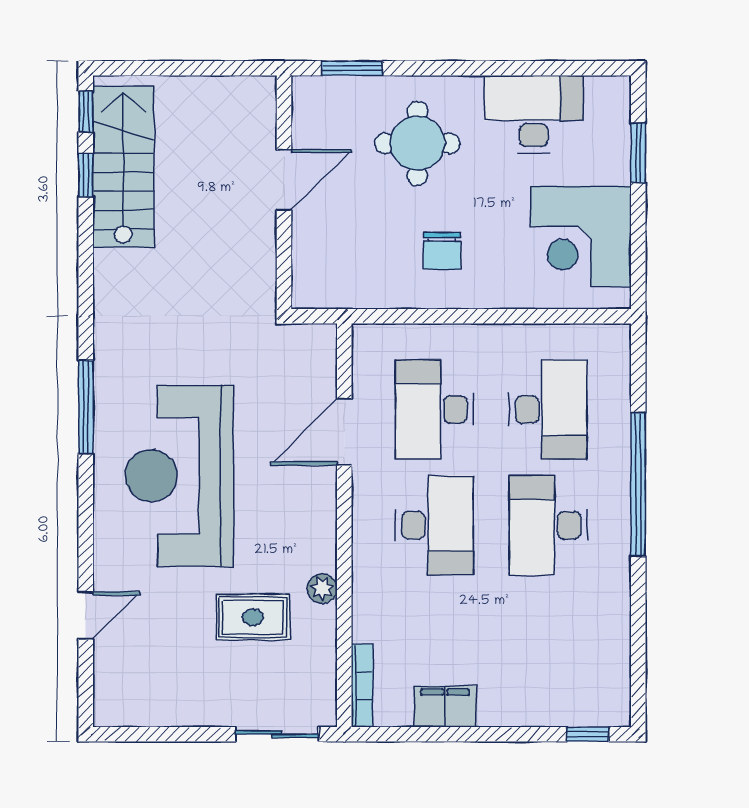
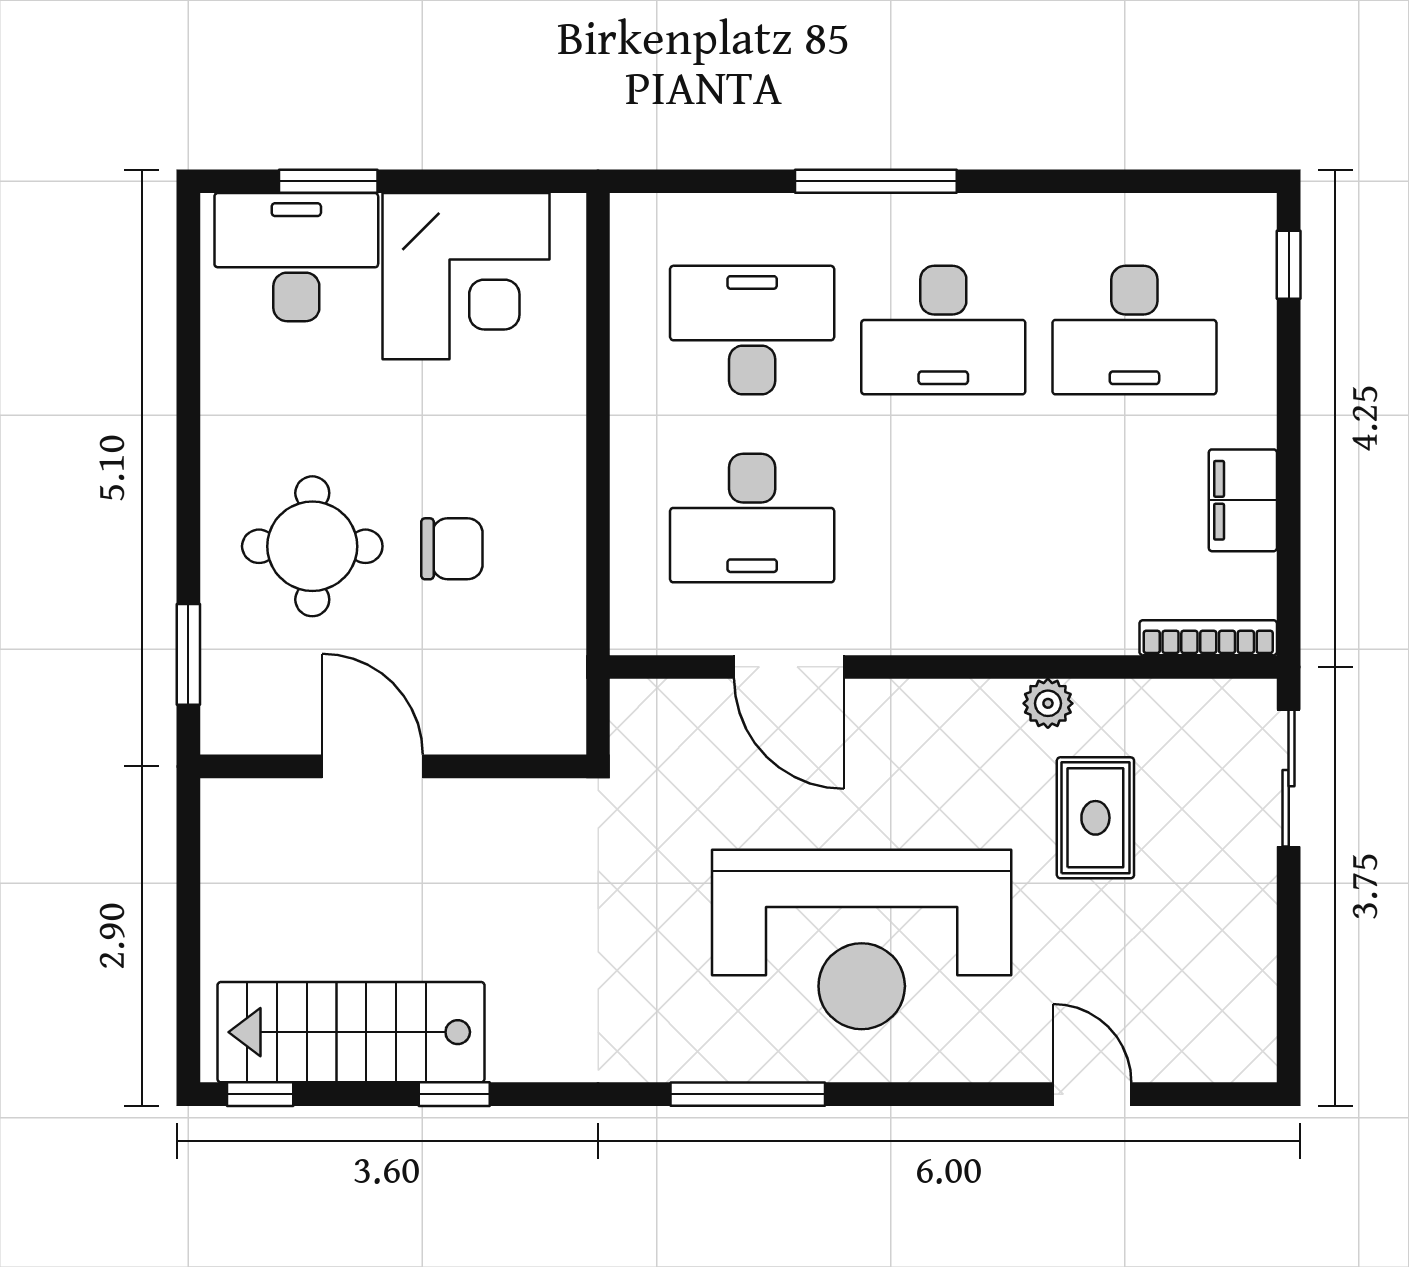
desk: (534, 114) -> (296, 257), moved, turned 90
window: (86, 175) -> (454, 1094), moved
chair: (442, 251) -> (452, 549), moved
window: (638, 484) -> (876, 181), width x0.68
desk: (434, 525) -> (1134, 330), moved, turned 180

